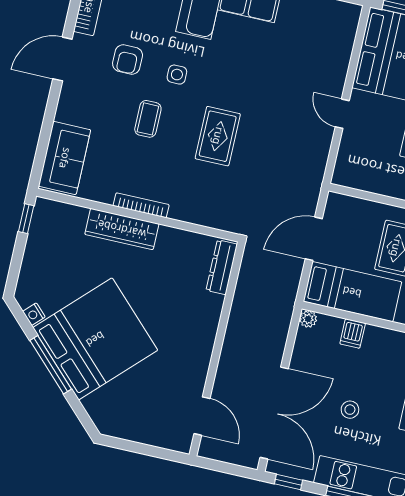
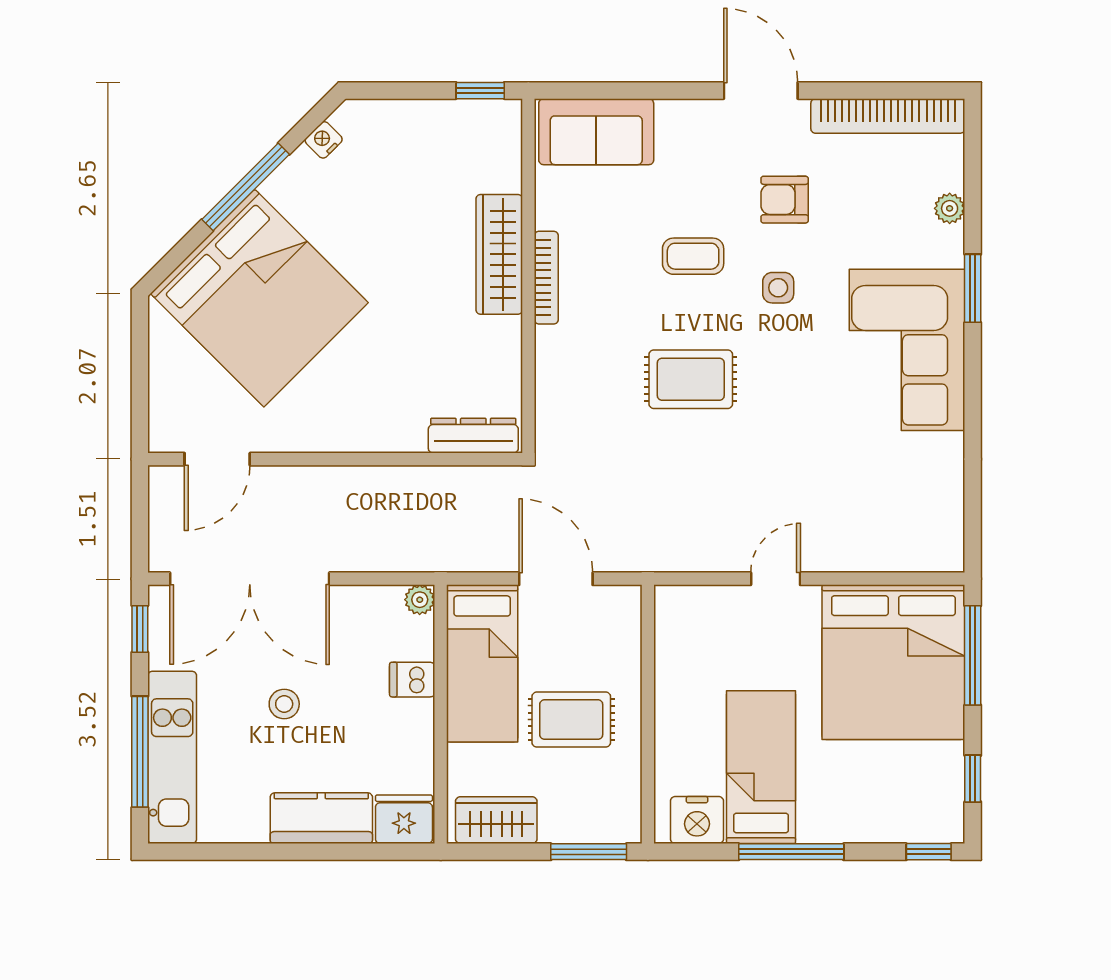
bed: (95, 339) -> (259, 298), moved

